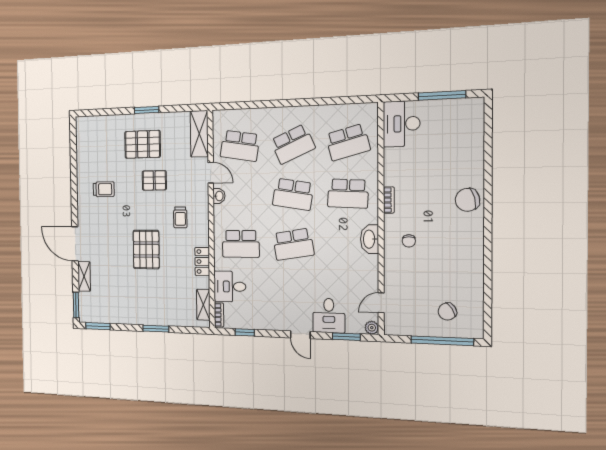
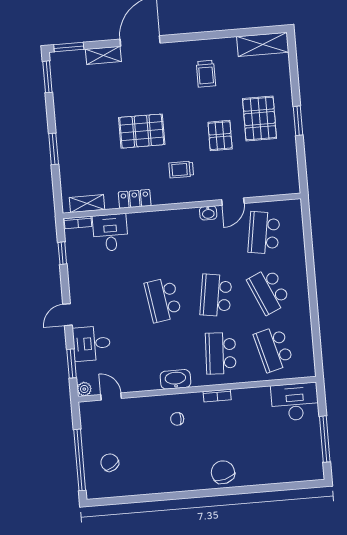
shelving: (199, 134) -> (263, 44), moved
school desk: (241, 244) -> (158, 242), removed

